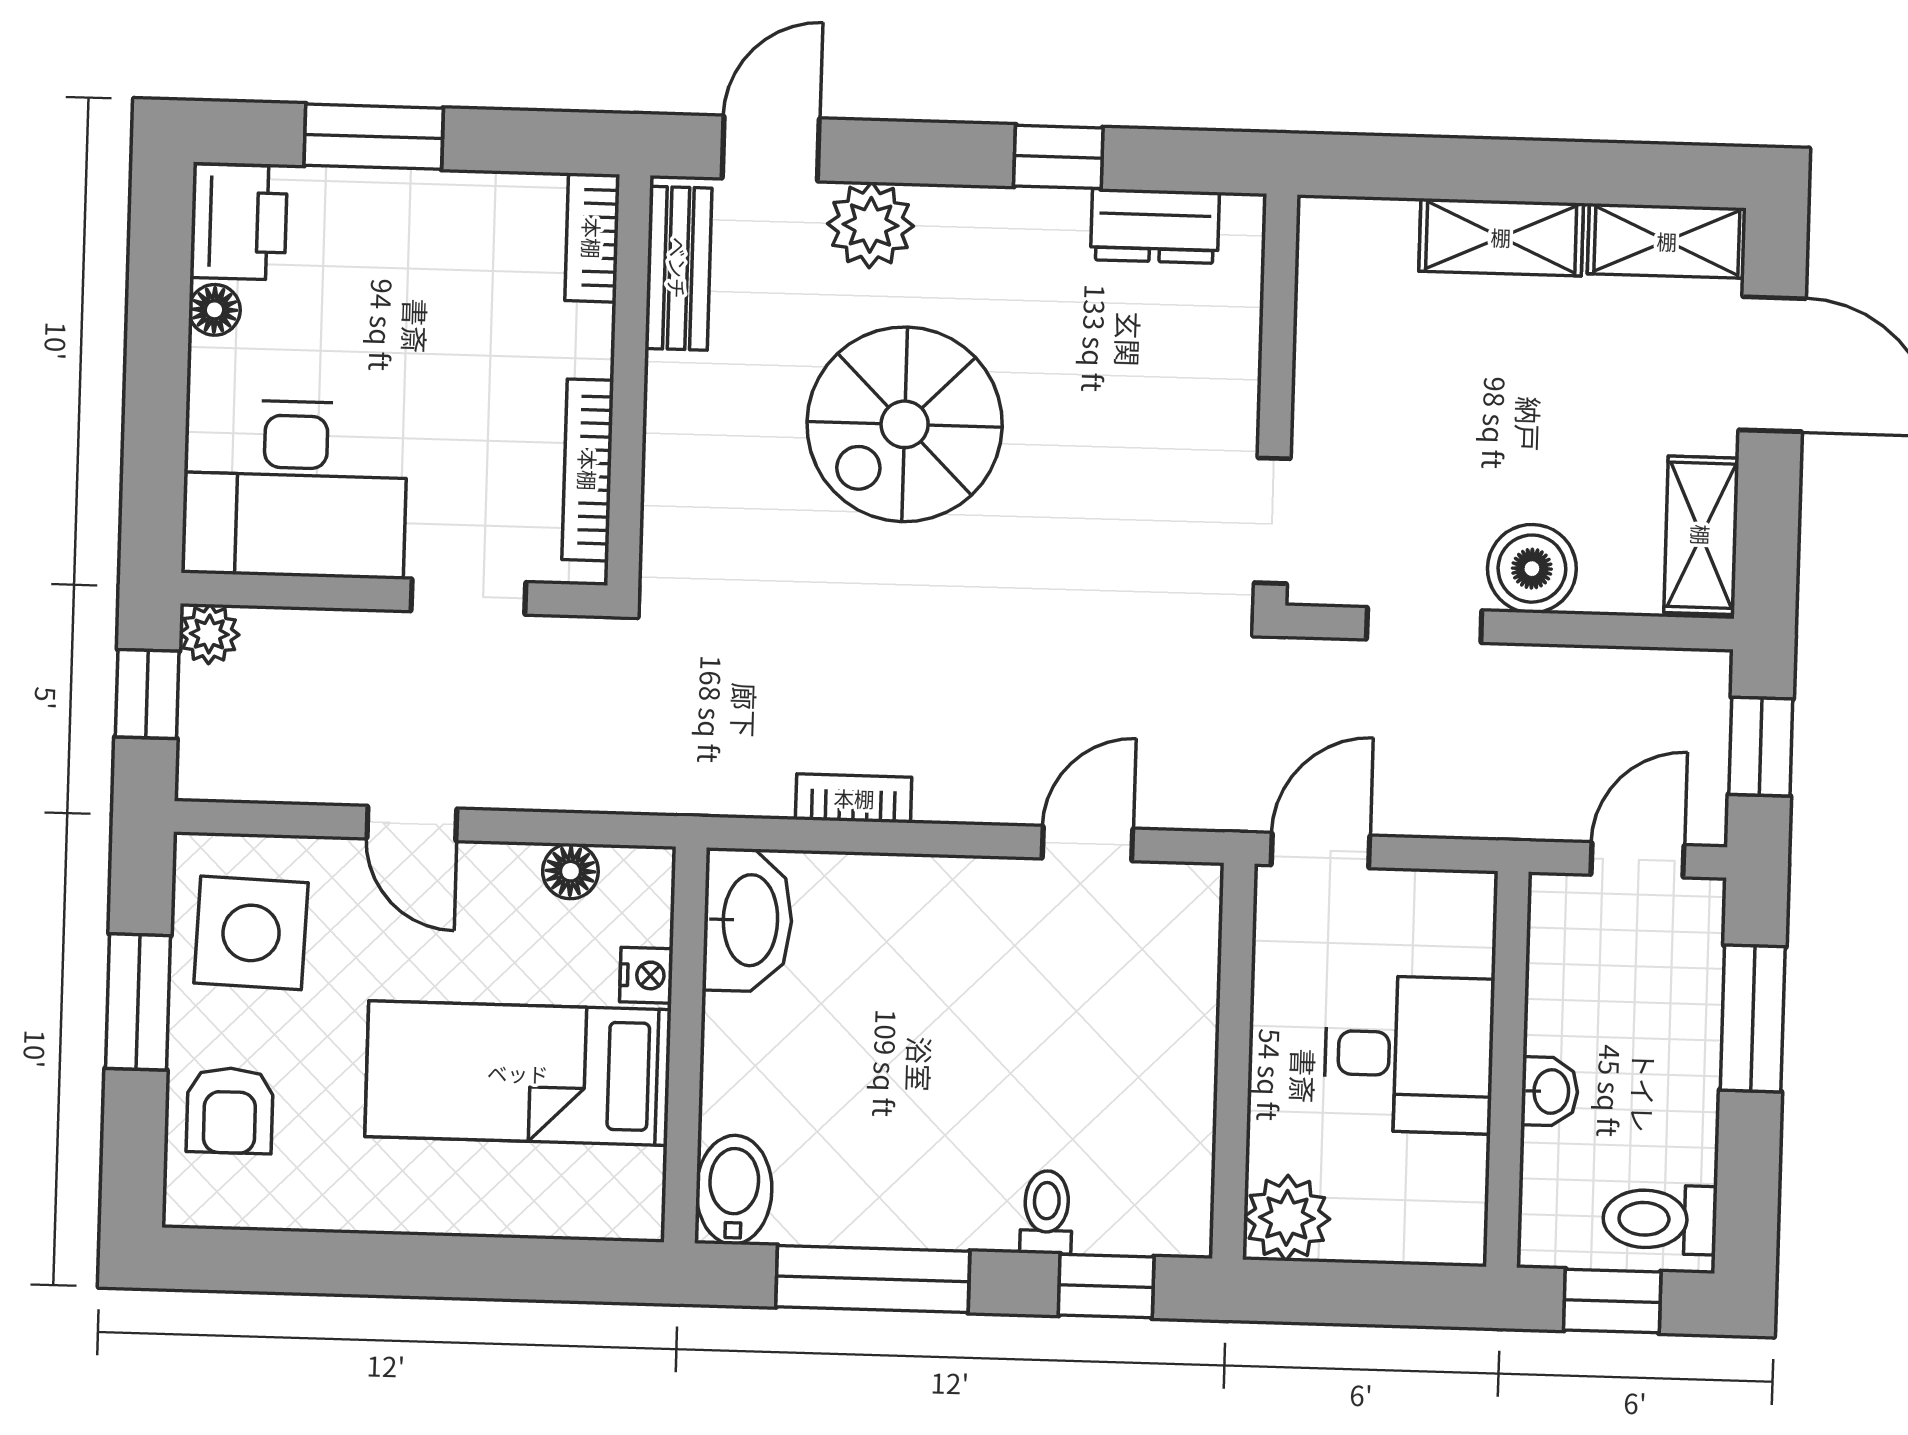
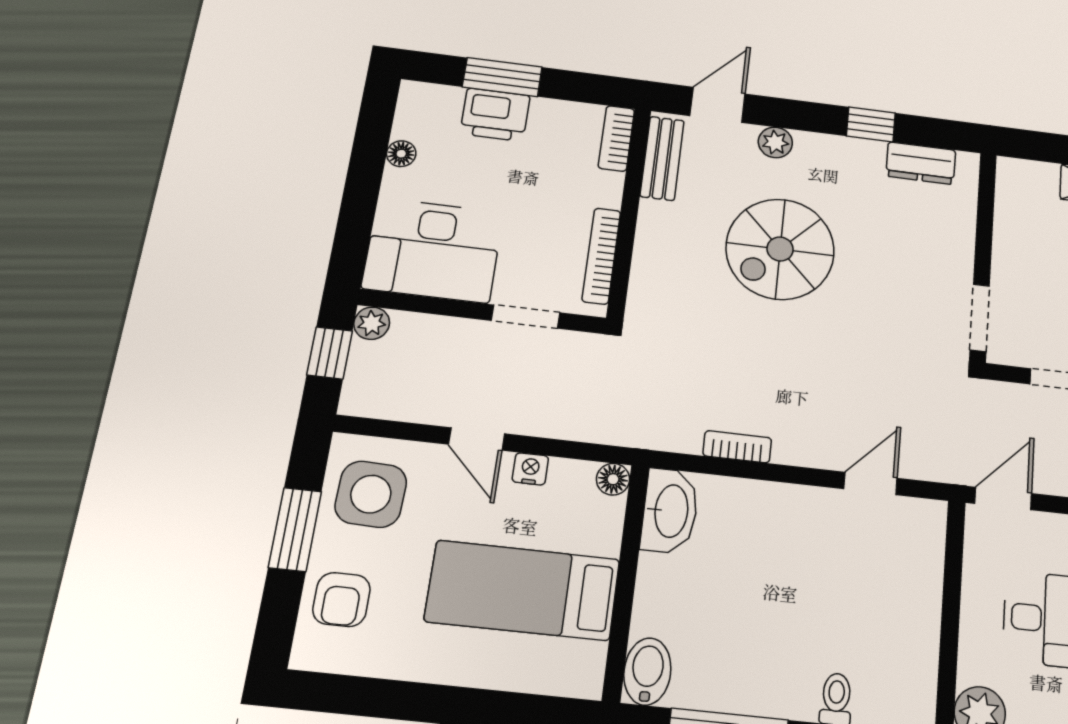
printer: (239, 222) -> (495, 115), moved, turned 90
plant: (871, 225) -> (775, 142), width x0.73, depth x0.73
floor lamp: (570, 871) -> (613, 479), moved
nightstand: (646, 975) -> (530, 469), moved, turned -90

